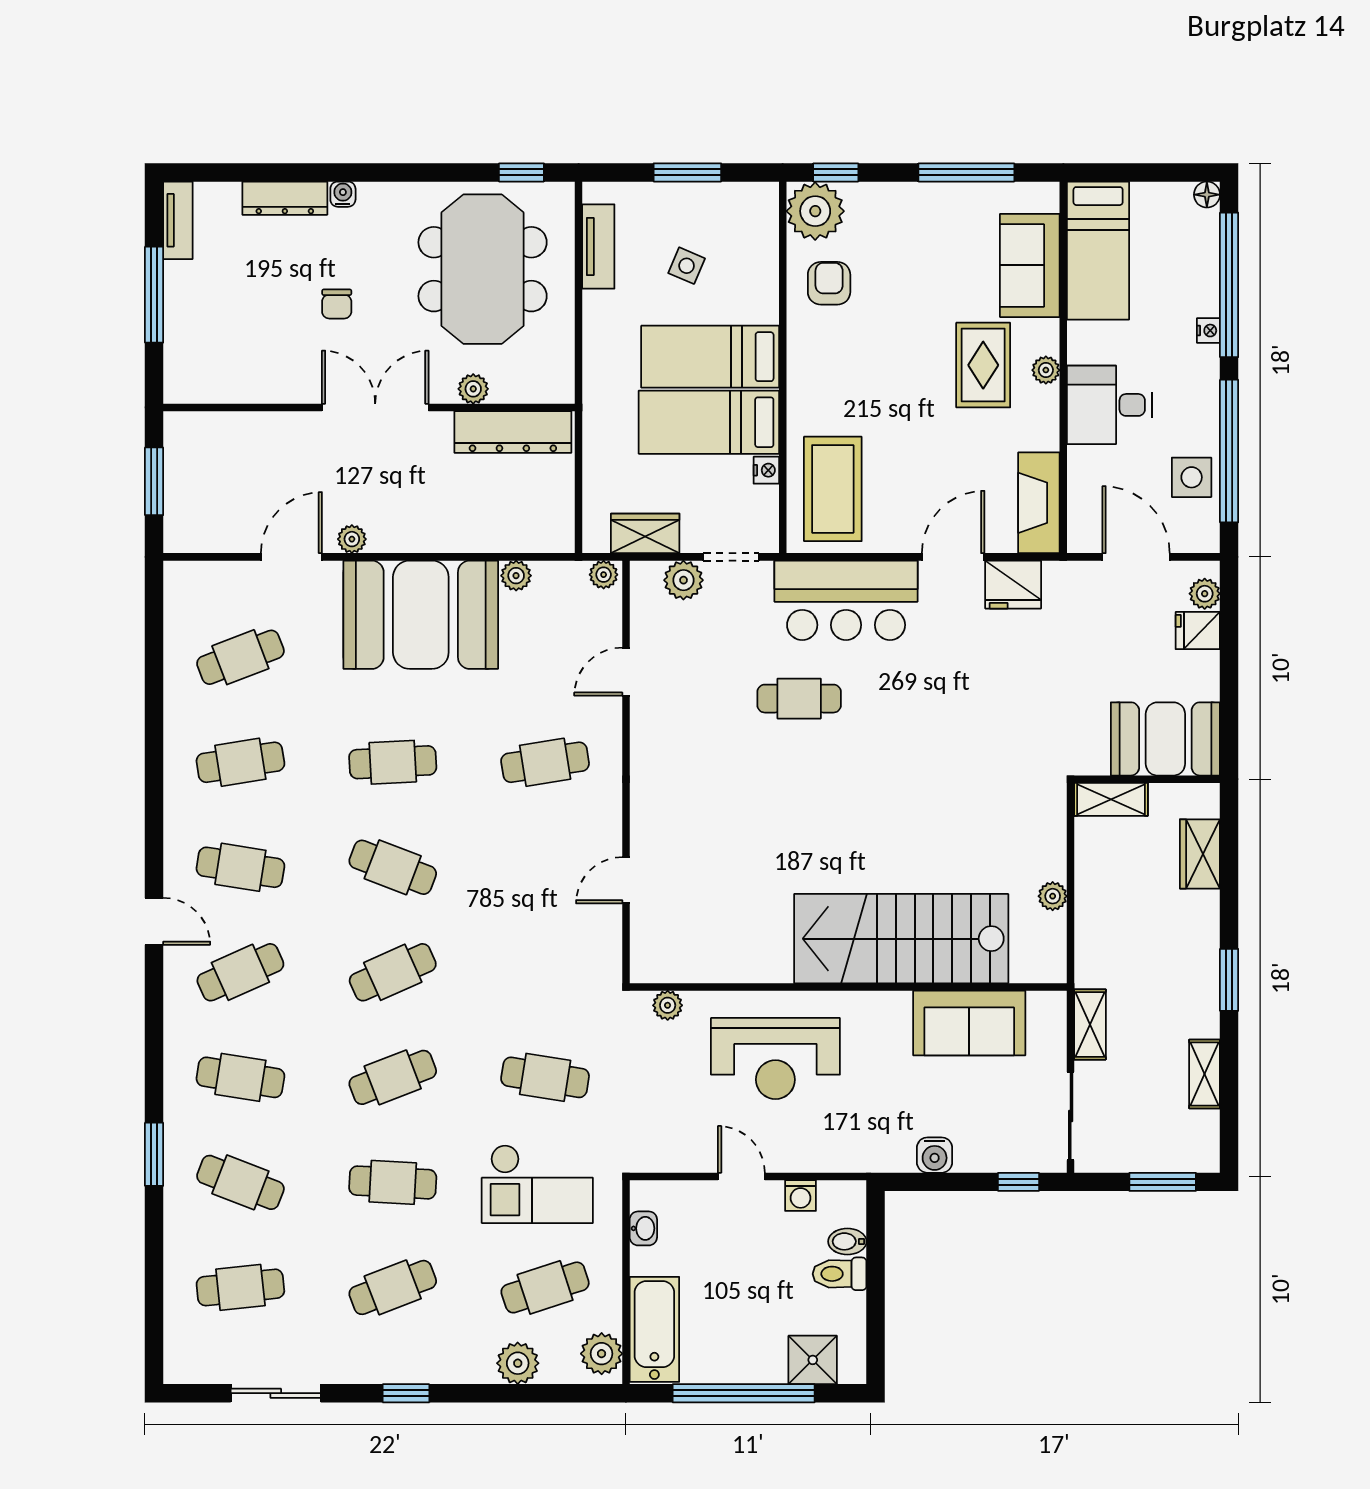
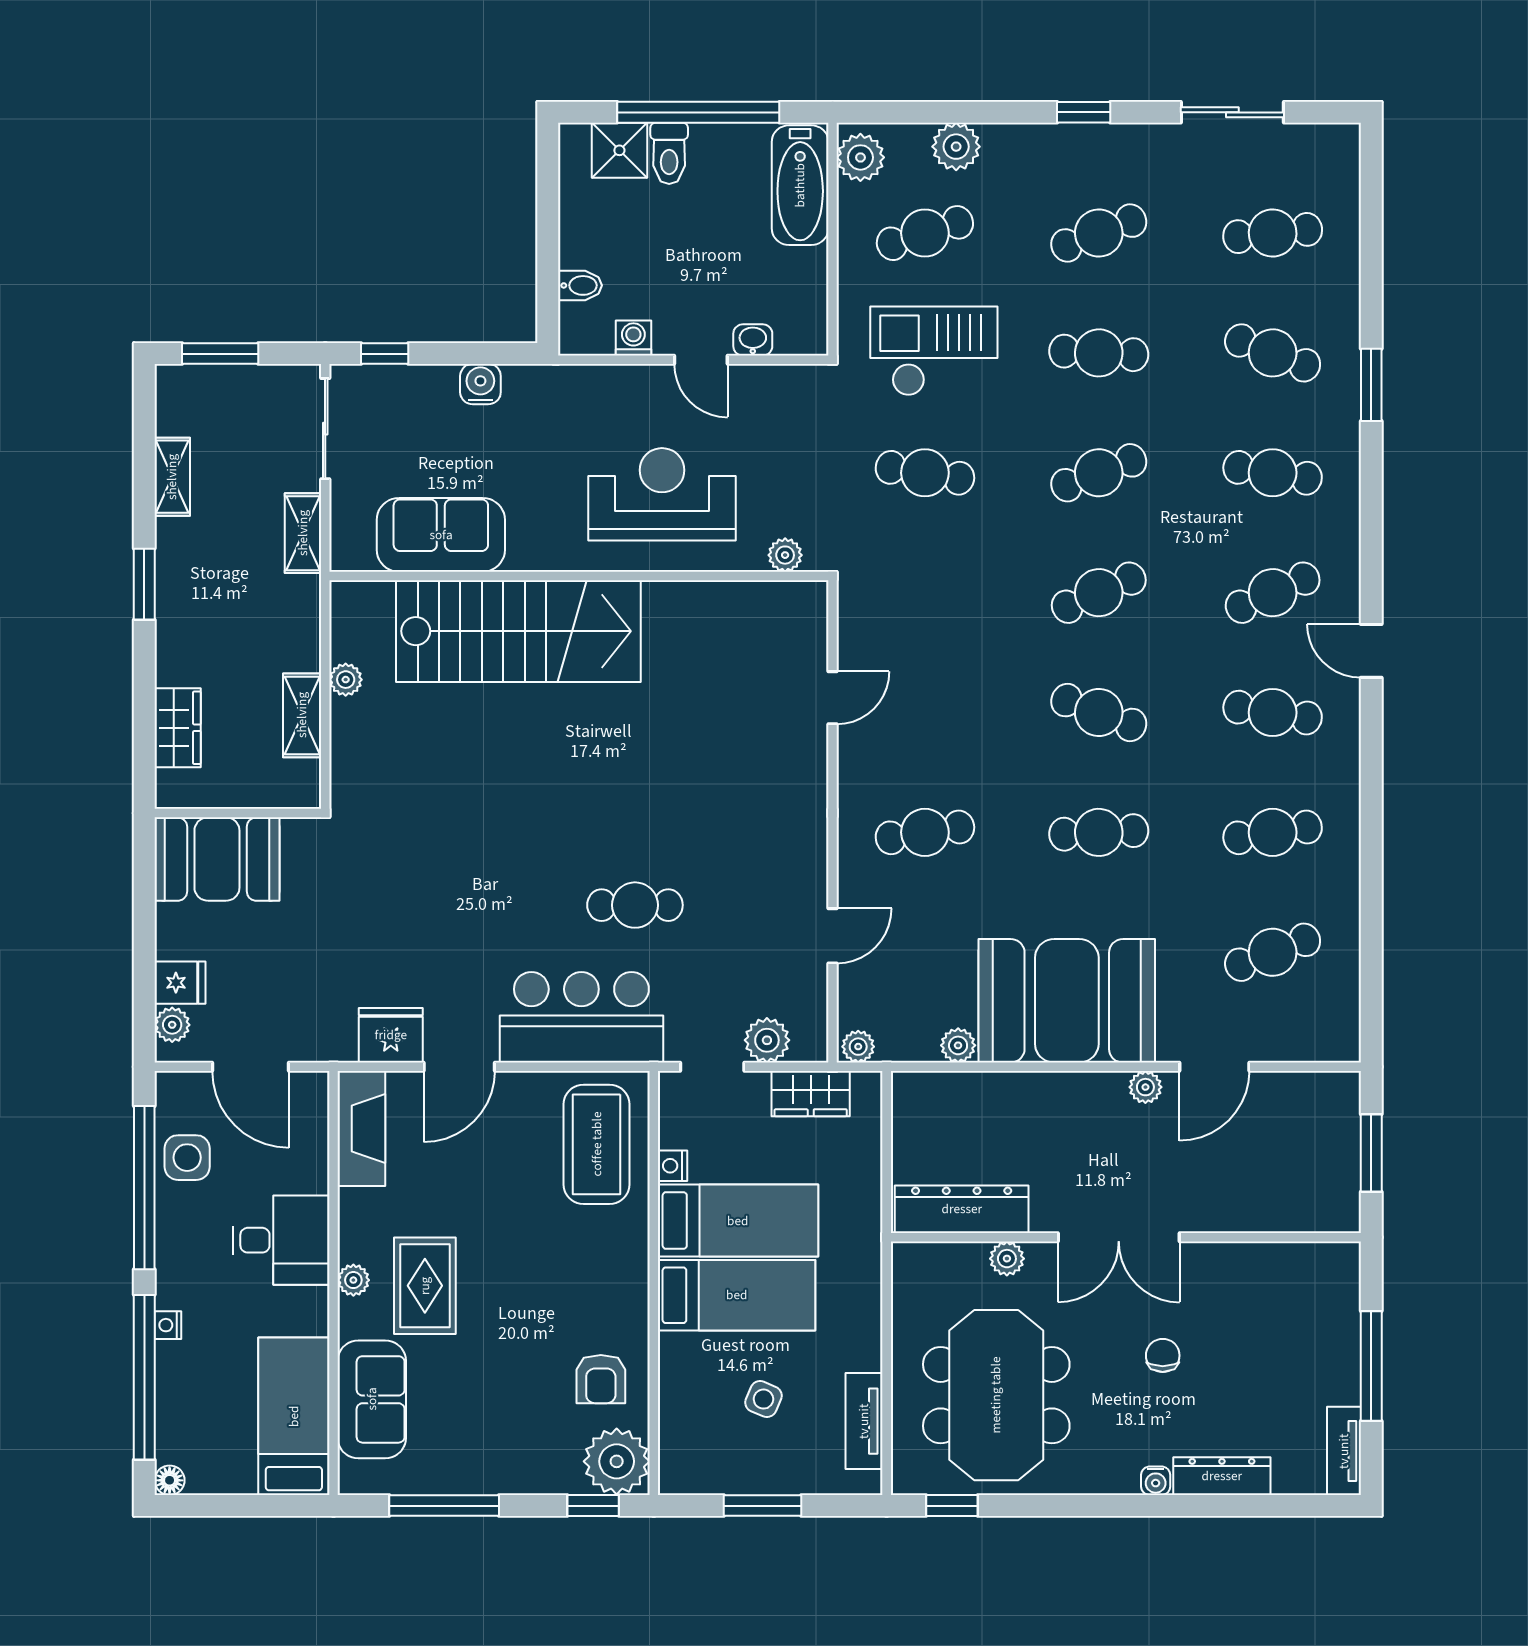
shelving: (1111, 799) -> (302, 715), moved, turned 90
washbasin: (643, 1228) -> (753, 340), moved, turned 90
toilet: (840, 1274) -> (669, 153), moved, turned 90

